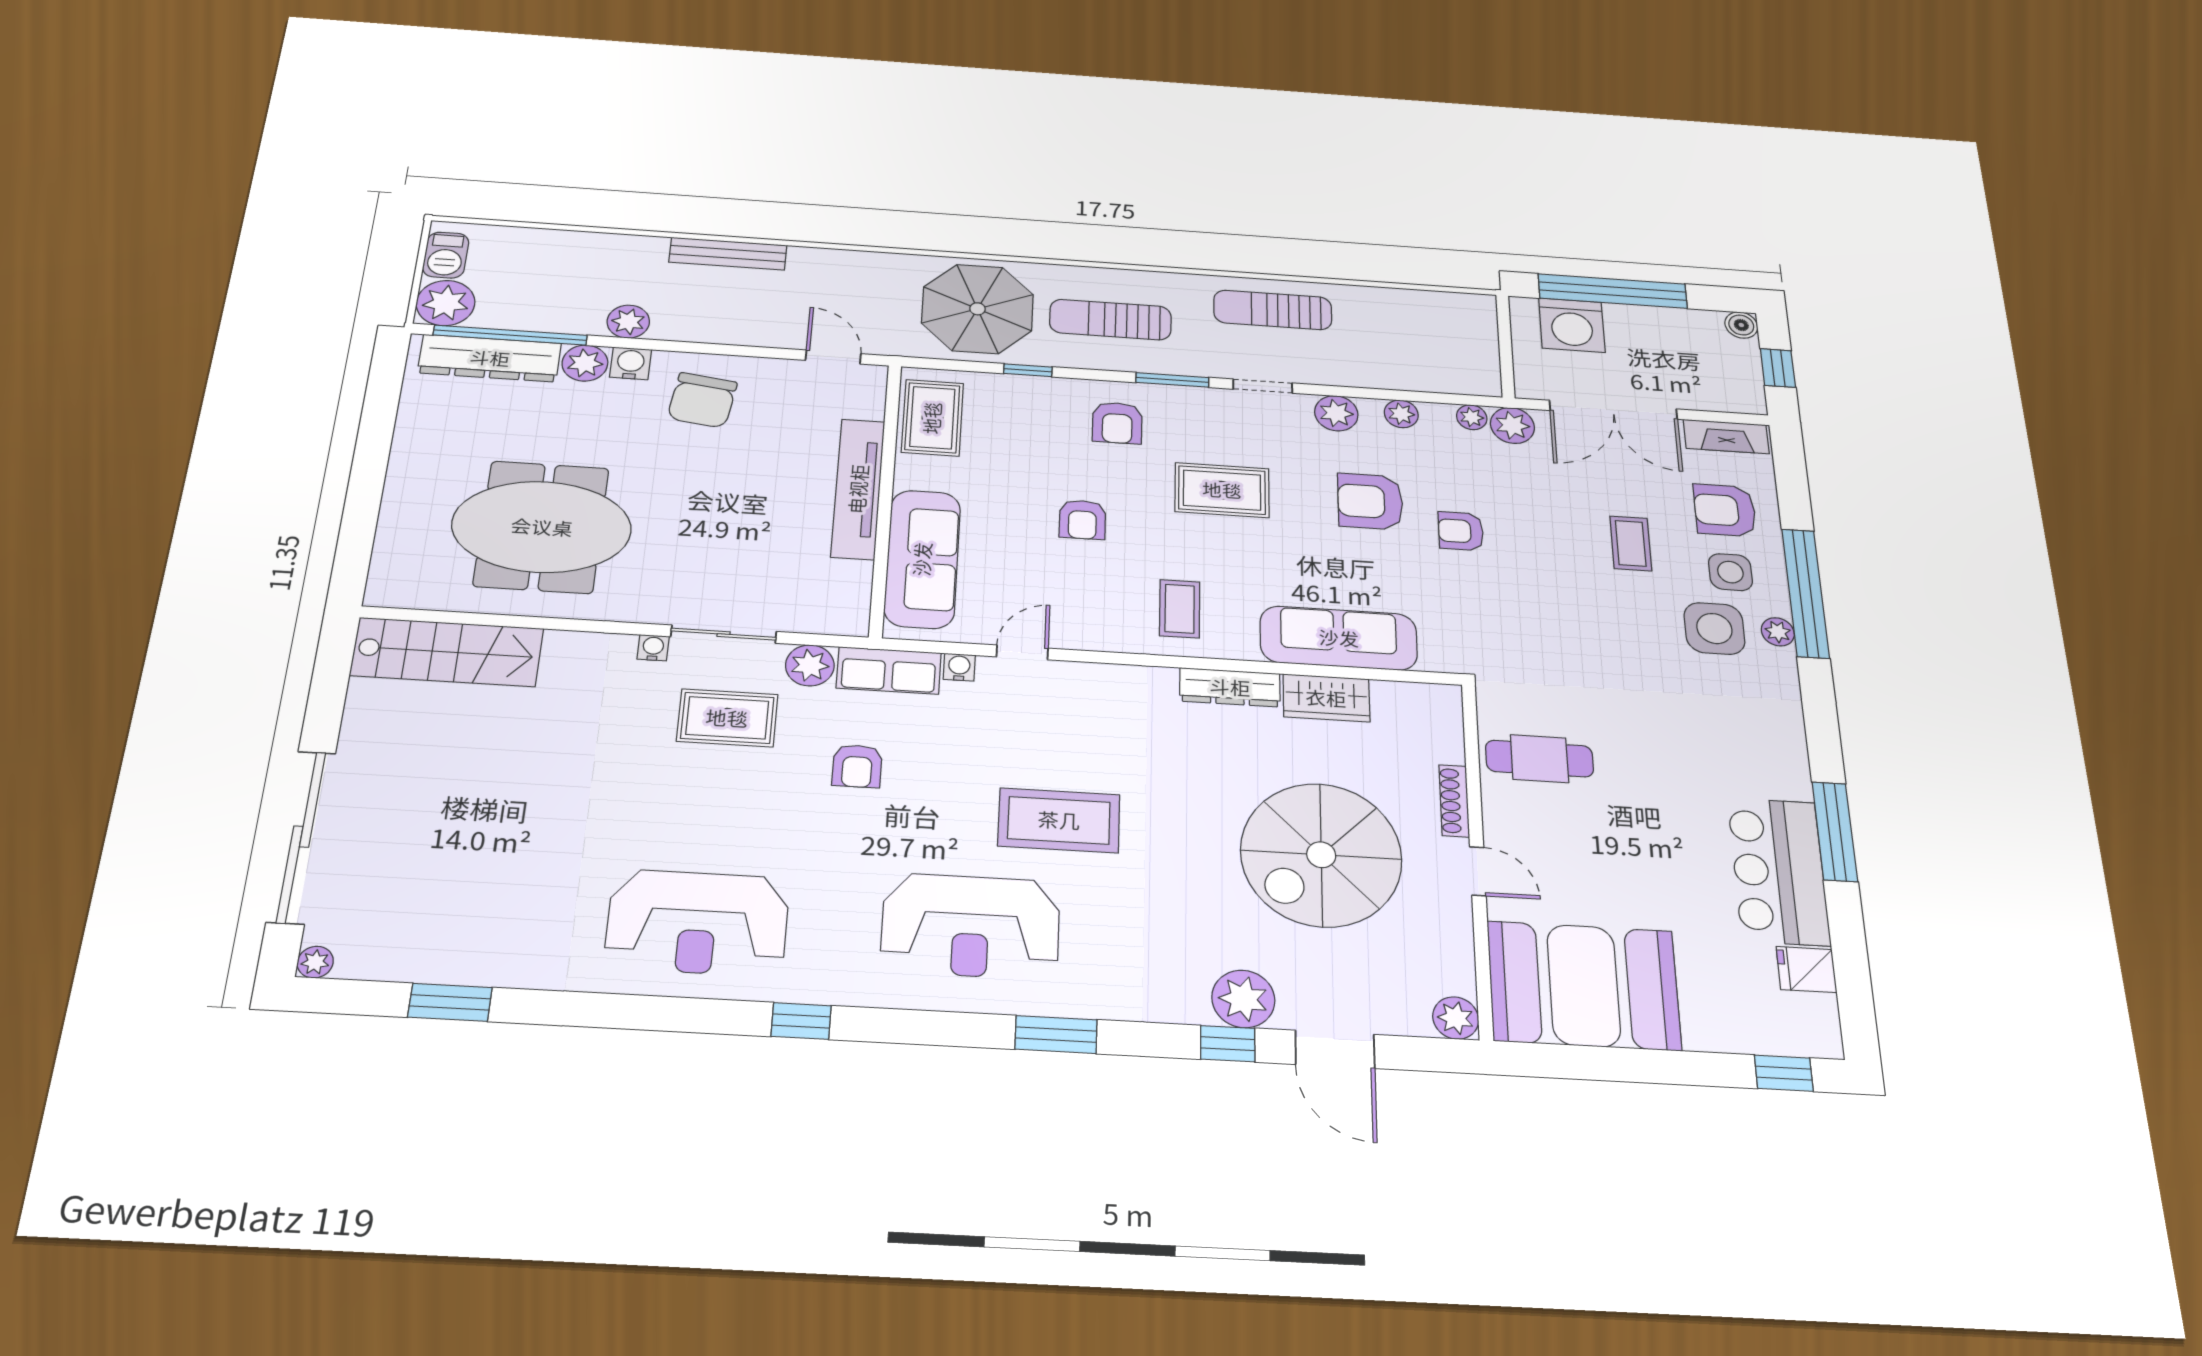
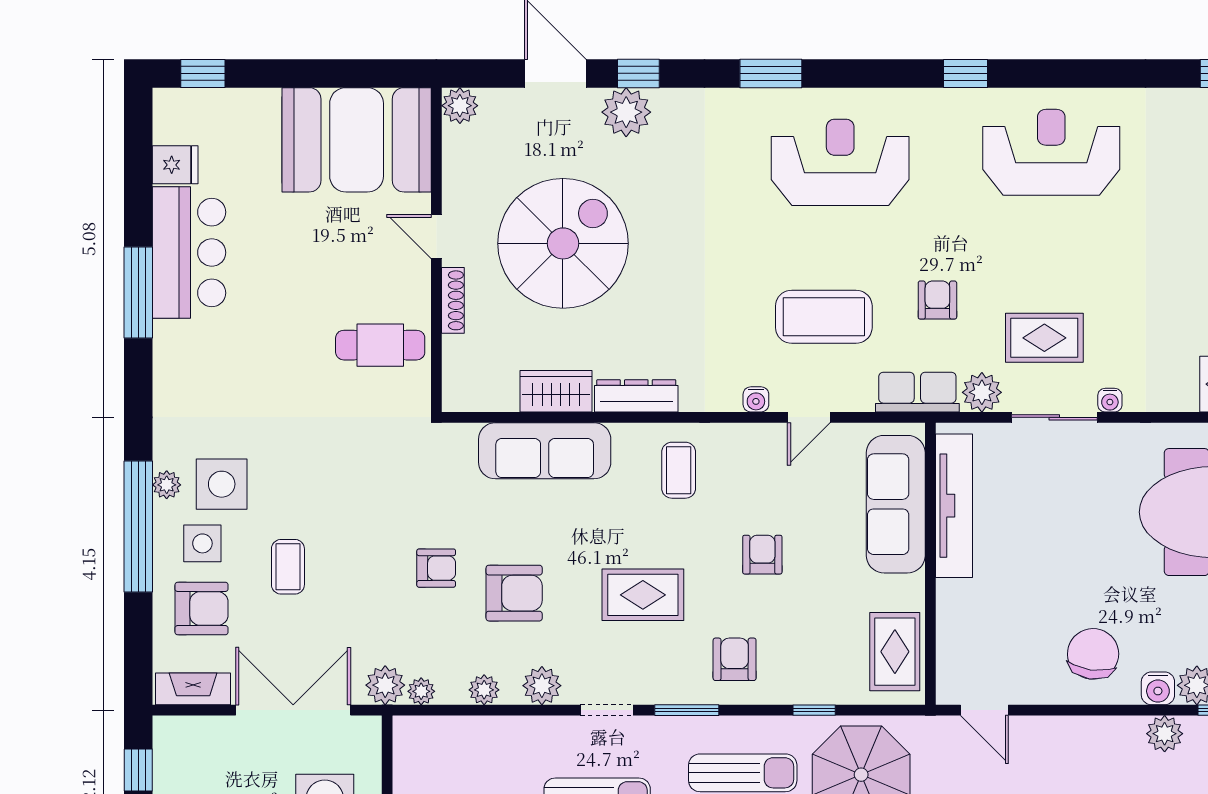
tv unit: (858, 489) -> (954, 506), moved
water cooler: (959, 667) -> (756, 399), moved
coffee table: (1059, 820) -> (824, 317), moved

